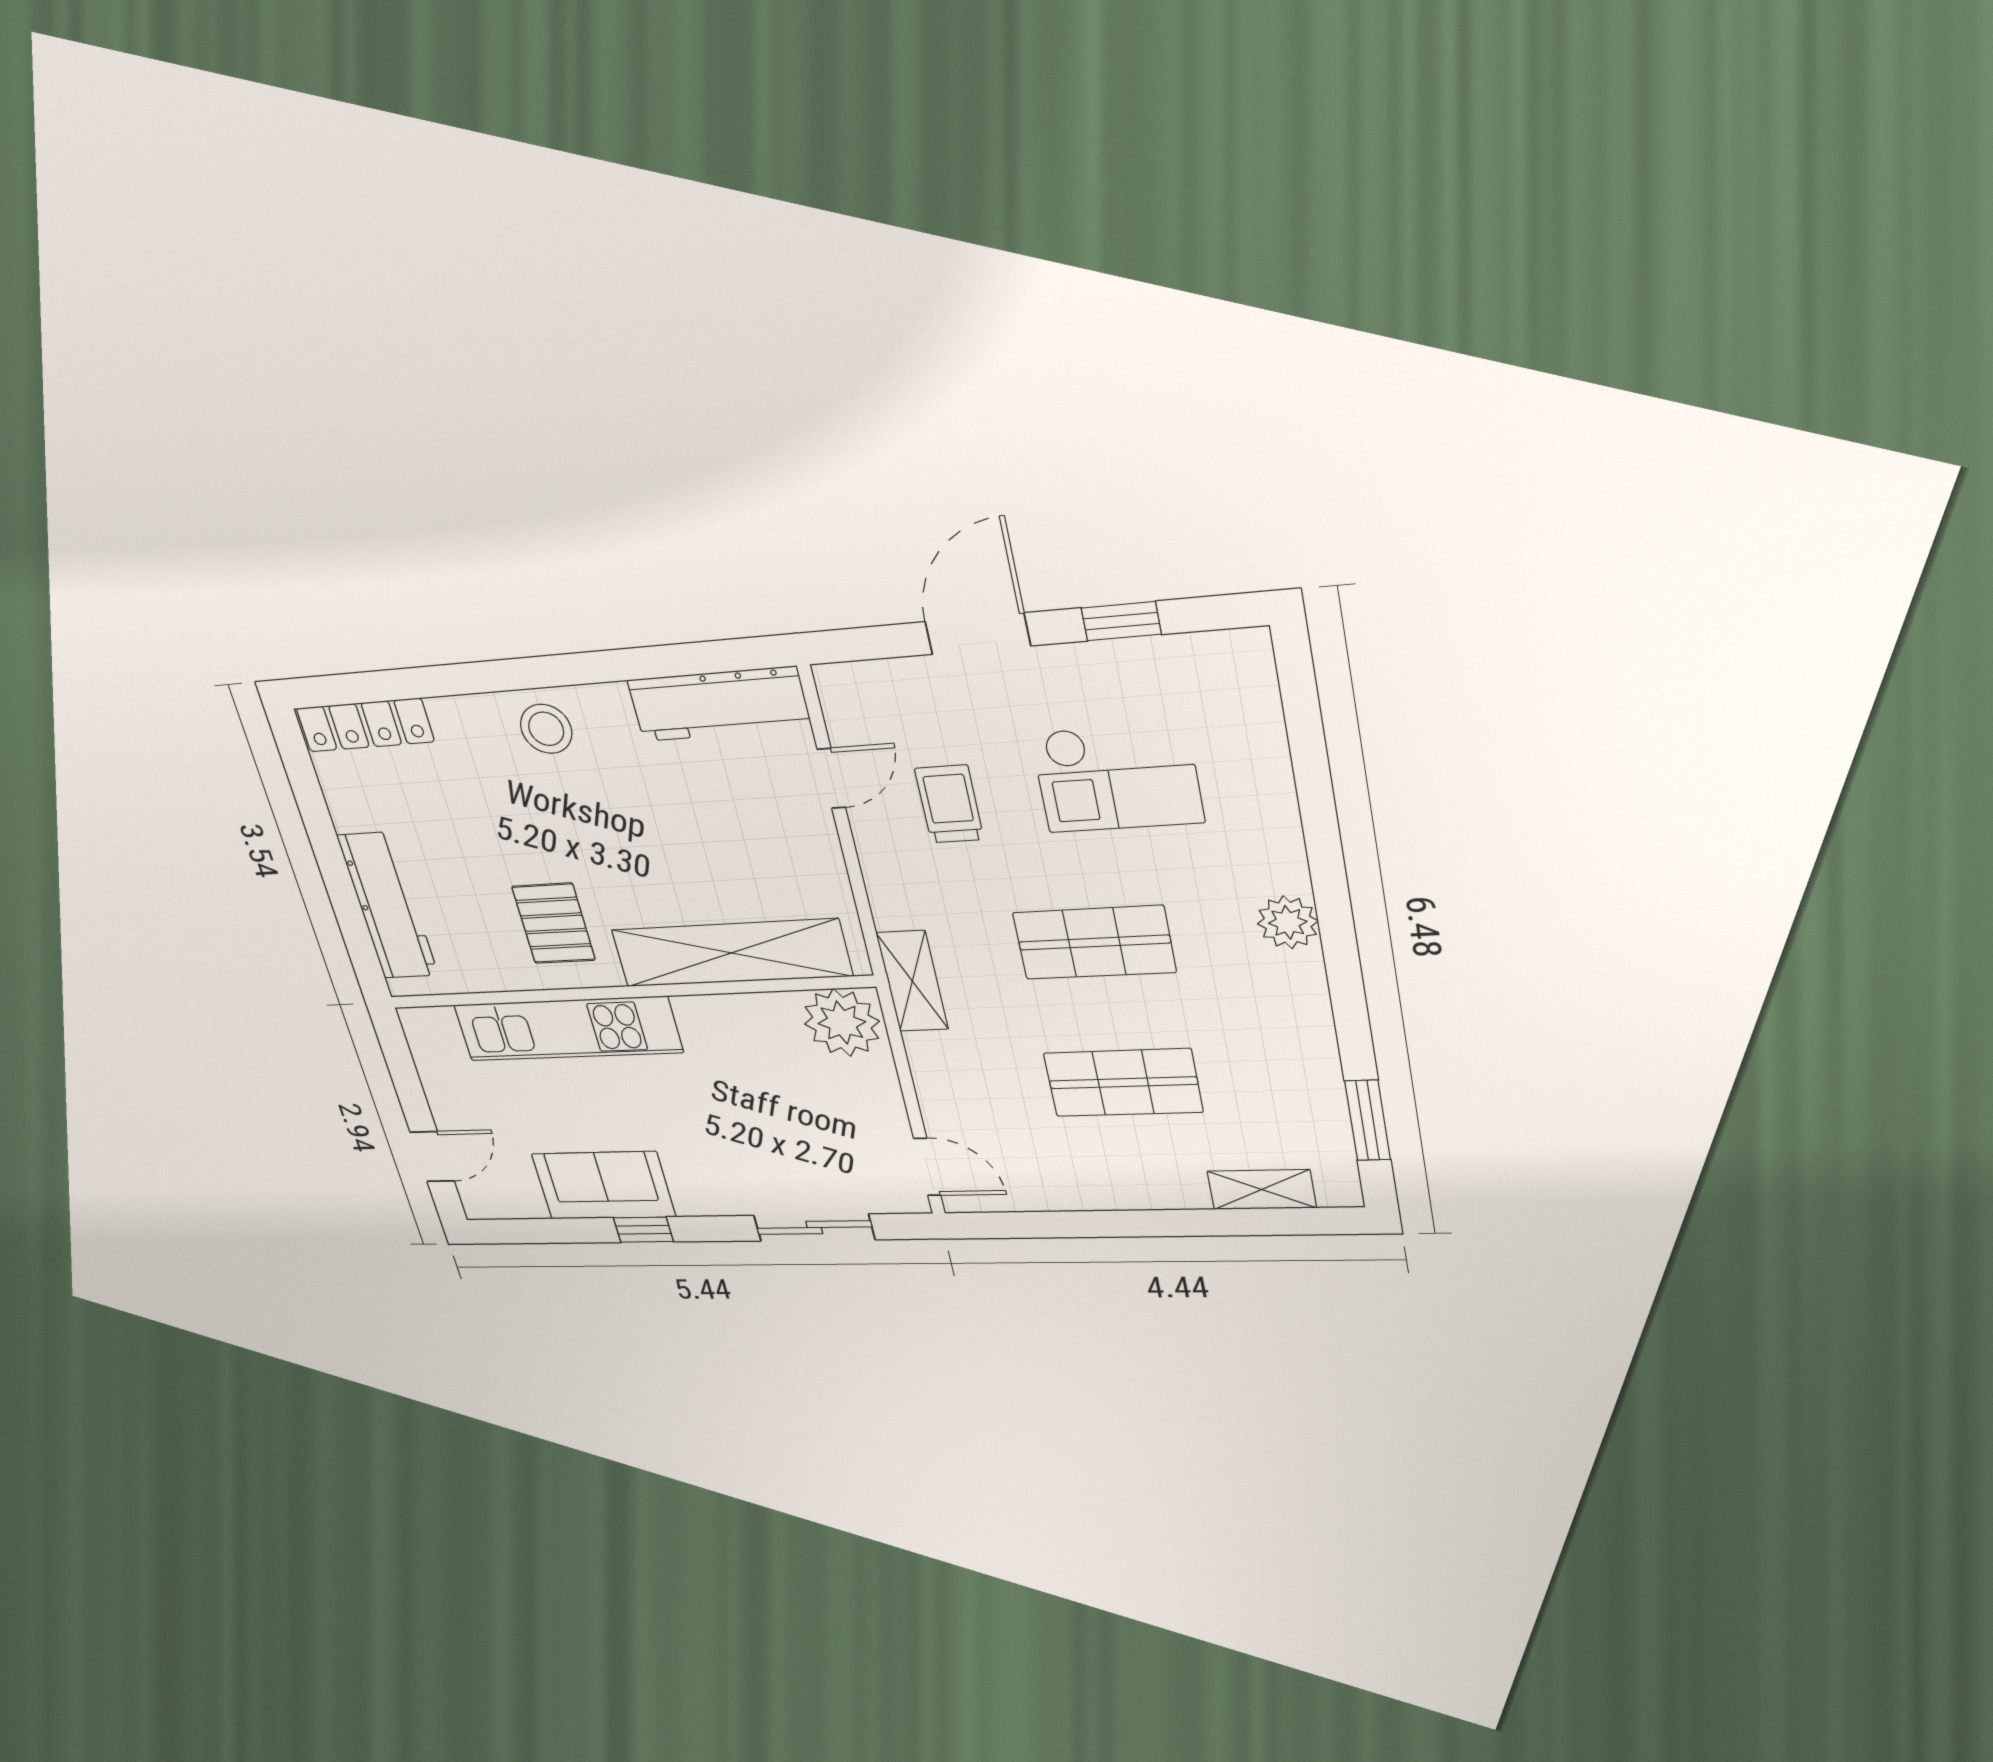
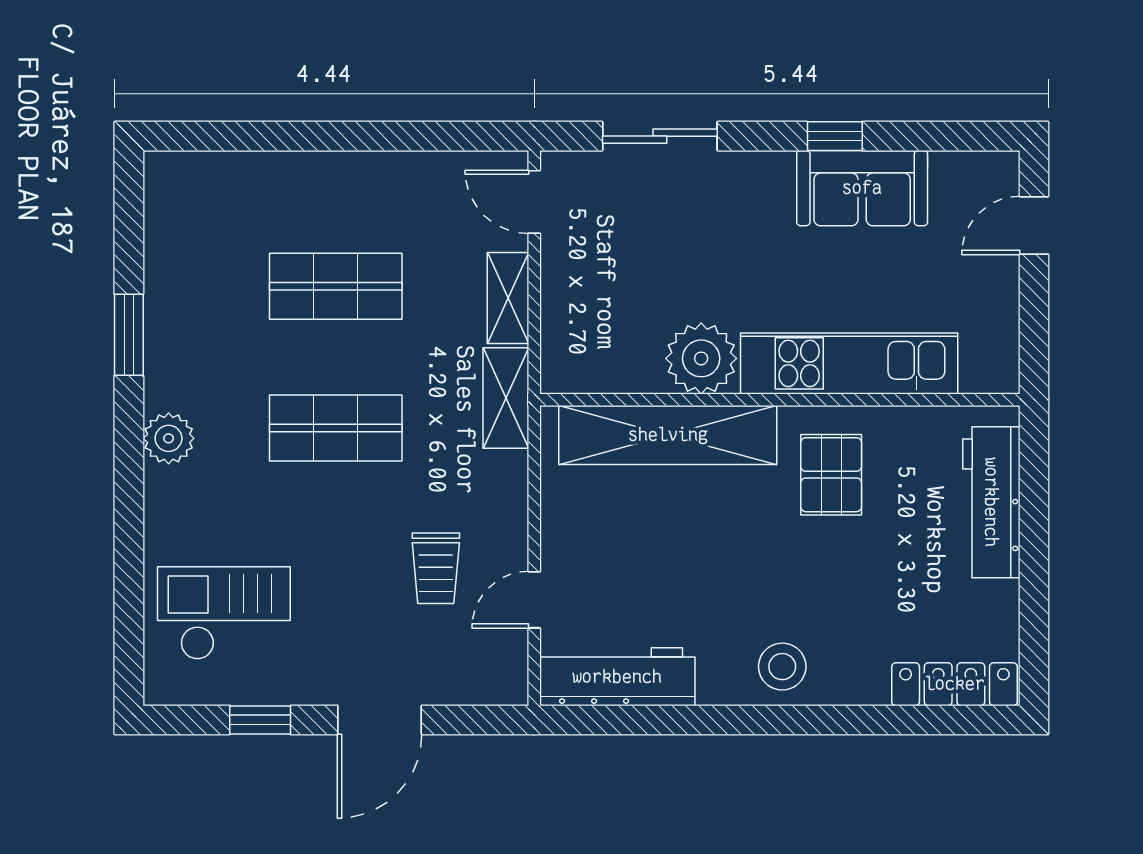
checkout: (1117, 778) -> (224, 613), moved
plant: (842, 1023) -> (701, 358), moved
window: (1368, 1120) -> (129, 335), moved
shelving: (1262, 1190) -> (508, 298), moved, turned 90

